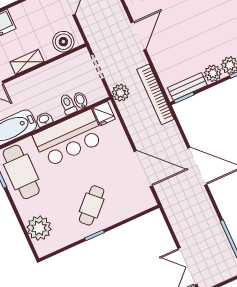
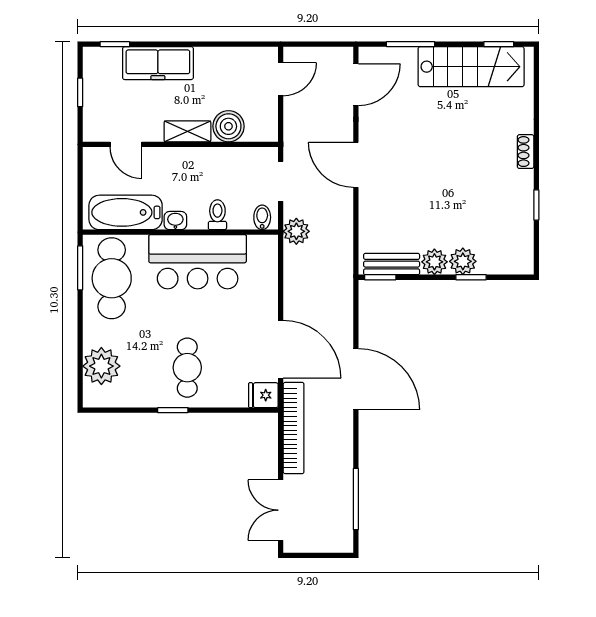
door: (138, 36) -> (356, 165), swing flipped
boiler: (63, 42) -> (228, 126), moved
bookcase: (155, 94) -> (294, 428), moved, turned 180
bidet: (81, 100) -> (262, 217), moved
fridge: (104, 113) -> (263, 395), moved, turned 90
cafe table: (92, 205) -> (187, 368), turned -45

